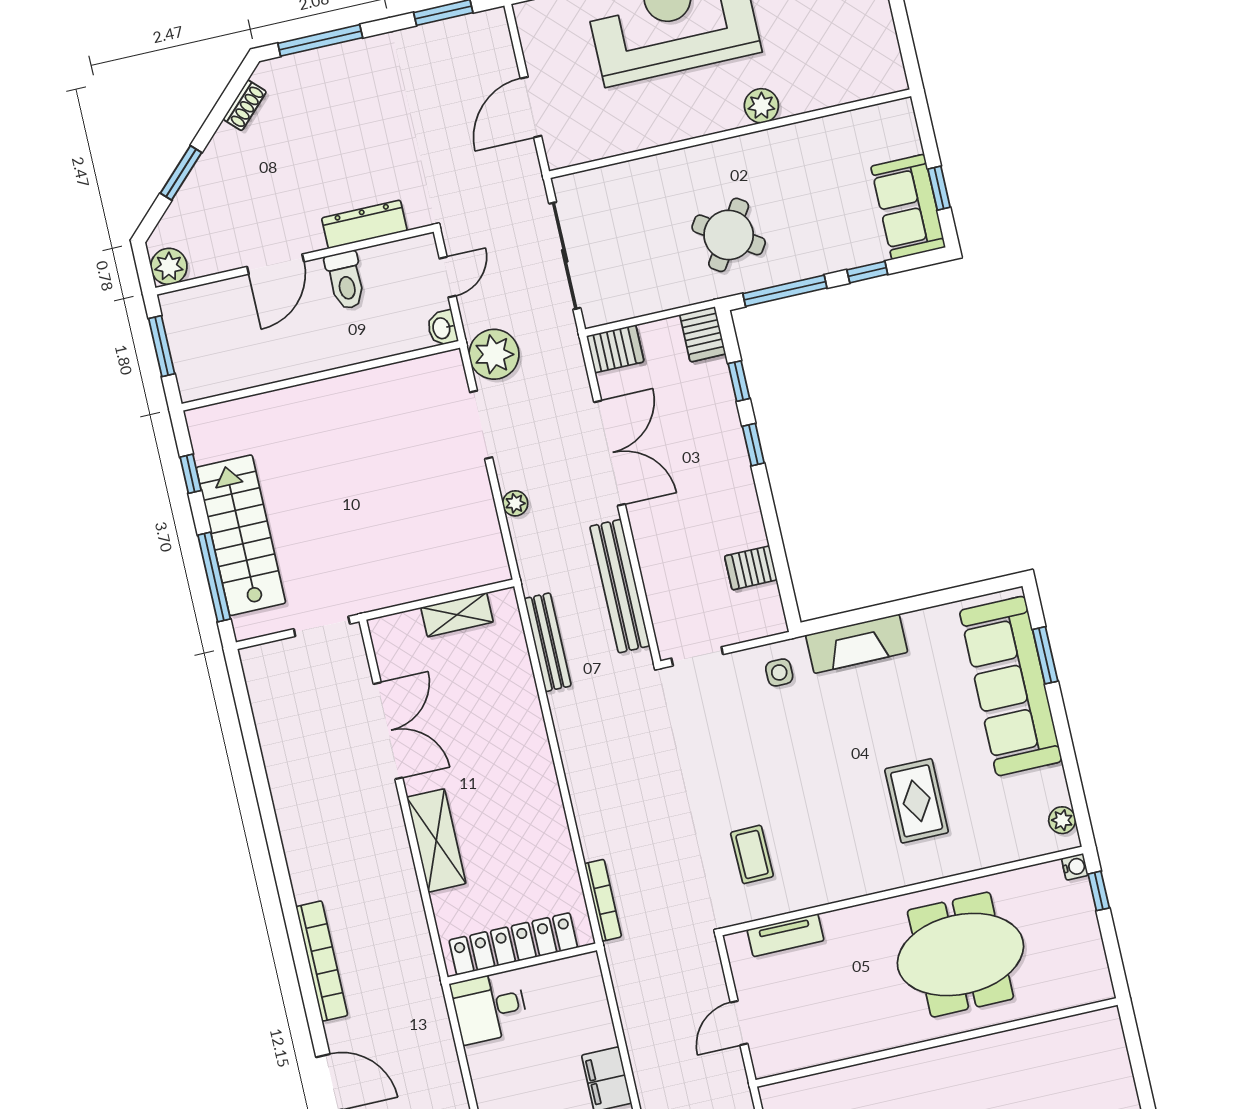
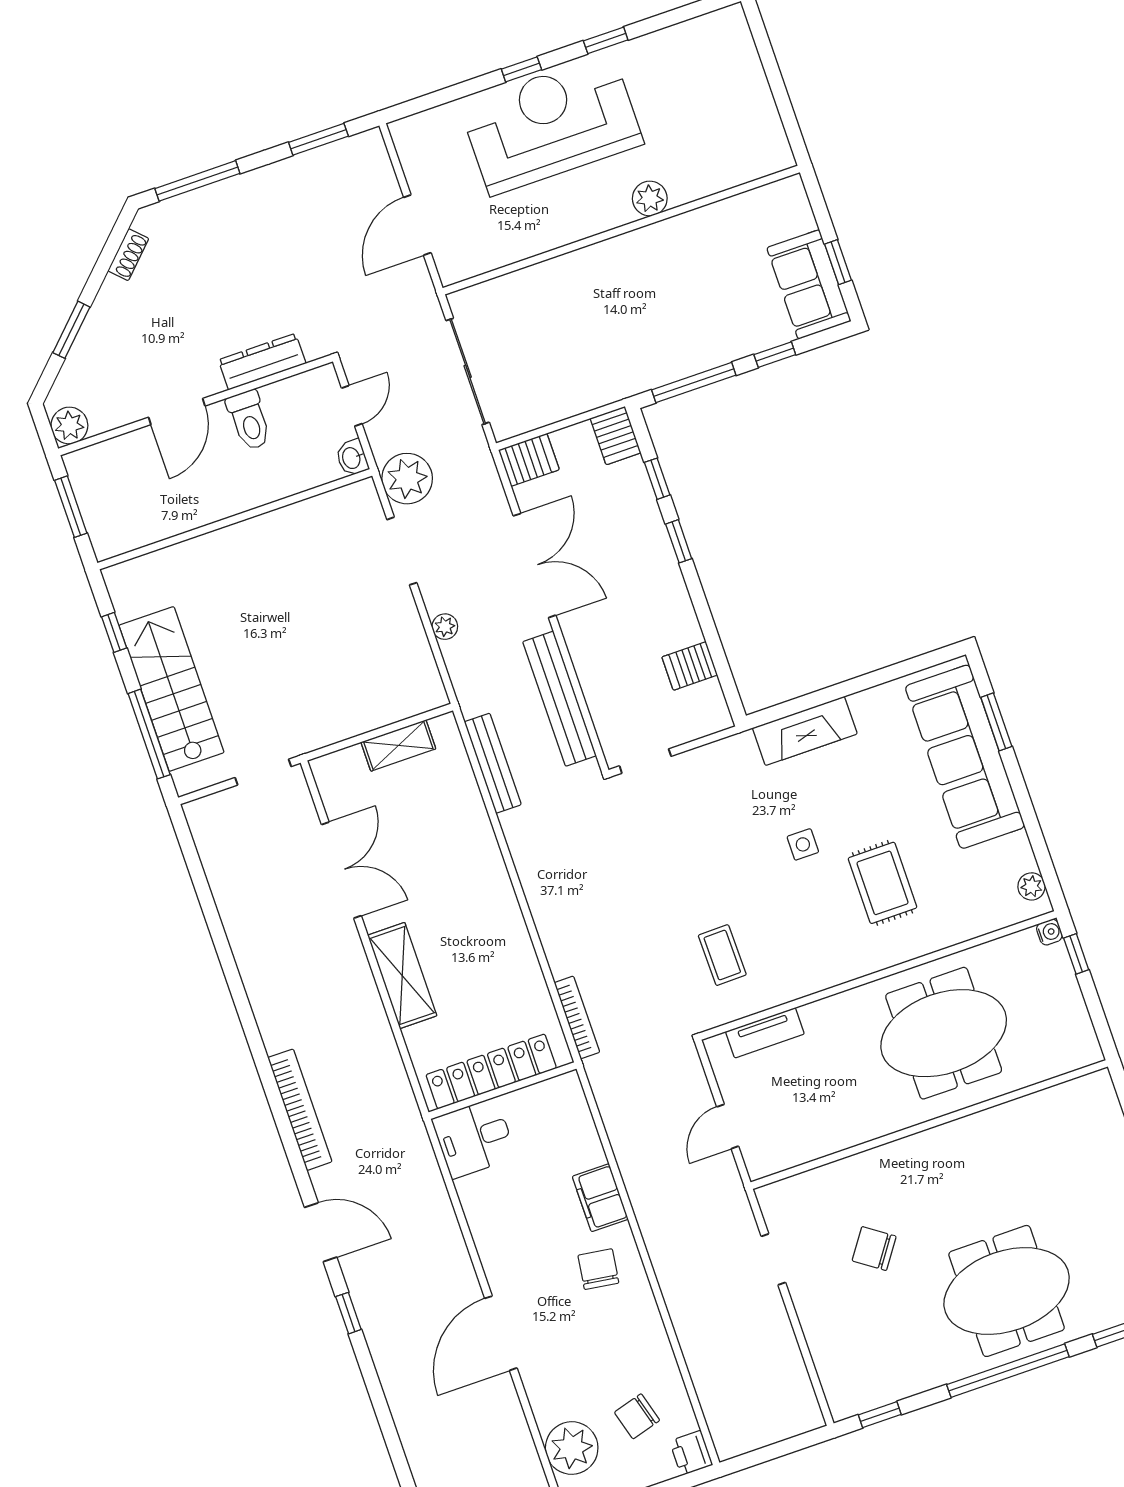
round table: (729, 235) -> (631, 332), removed
side table: (779, 672) -> (803, 844), moved

